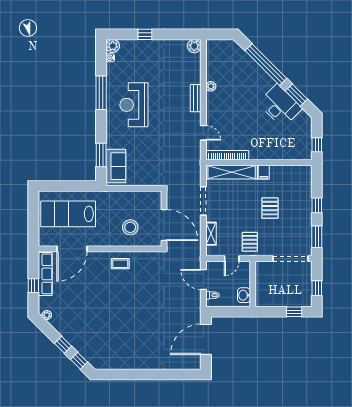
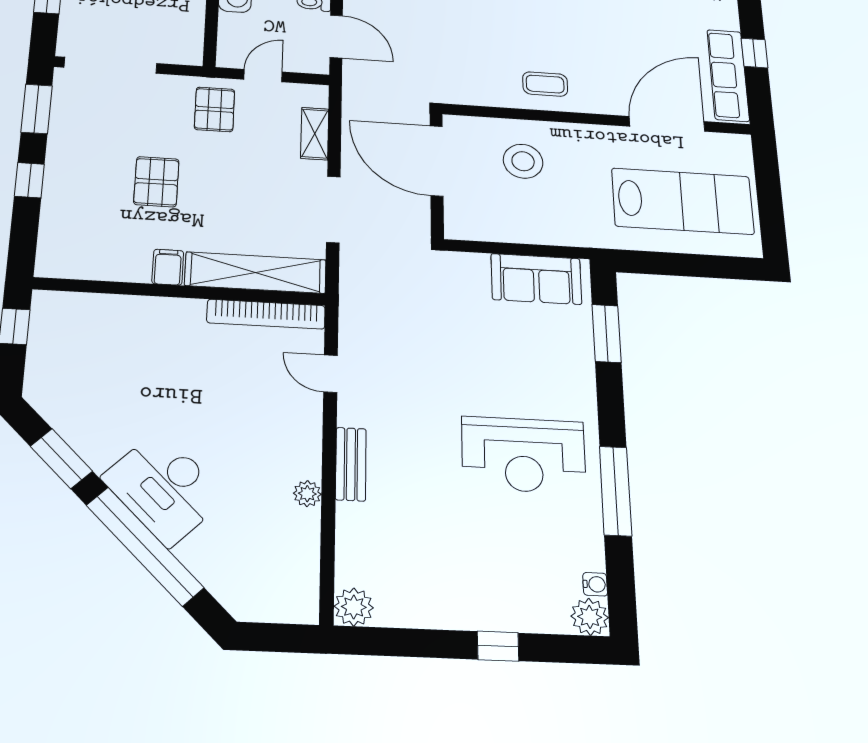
reception desk: (134, 105) -> (524, 455), turned 90
desk: (280, 106) -> (164, 488), moved
sofa: (116, 166) -> (536, 279), moved, turned -90

